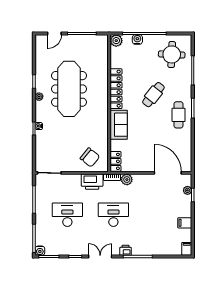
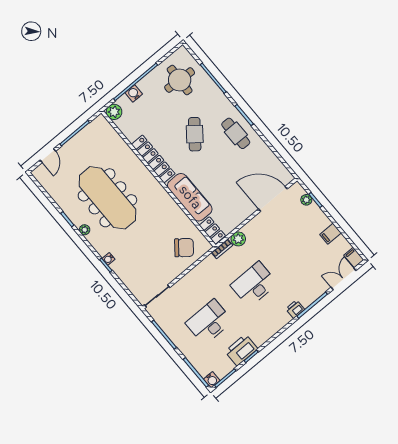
sofa: (119, 125) -> (190, 197), width x1.36
printer: (92, 182) -> (241, 350), moved, turned 180
double door: (100, 257) -> (343, 279), moved

